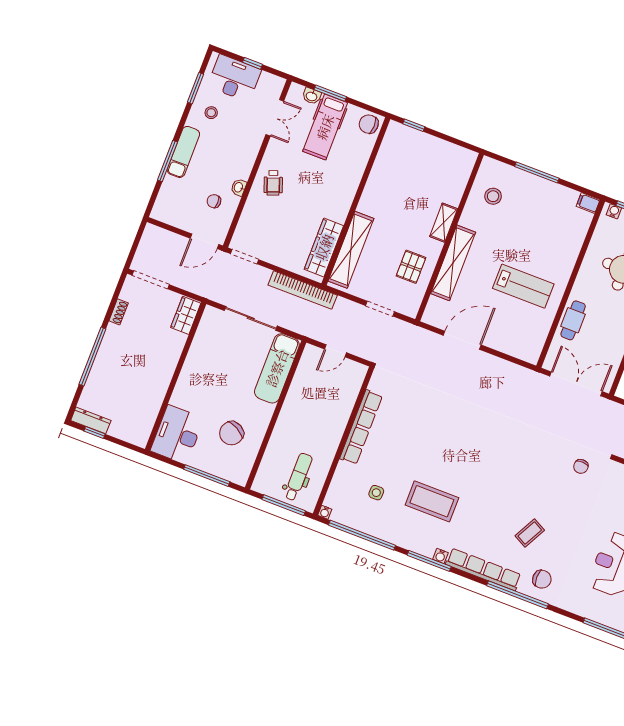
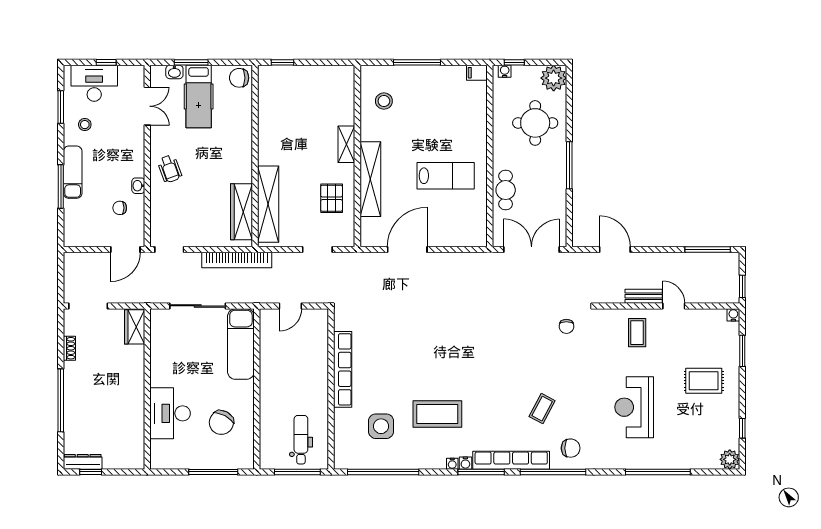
desk: (177, 435) -> (170, 413), moved
side table: (376, 493) -> (381, 426), width x1.87, depth x1.87
water cooler: (325, 512) -> (452, 464), moved
window: (429, 561) -> (481, 472), moved

